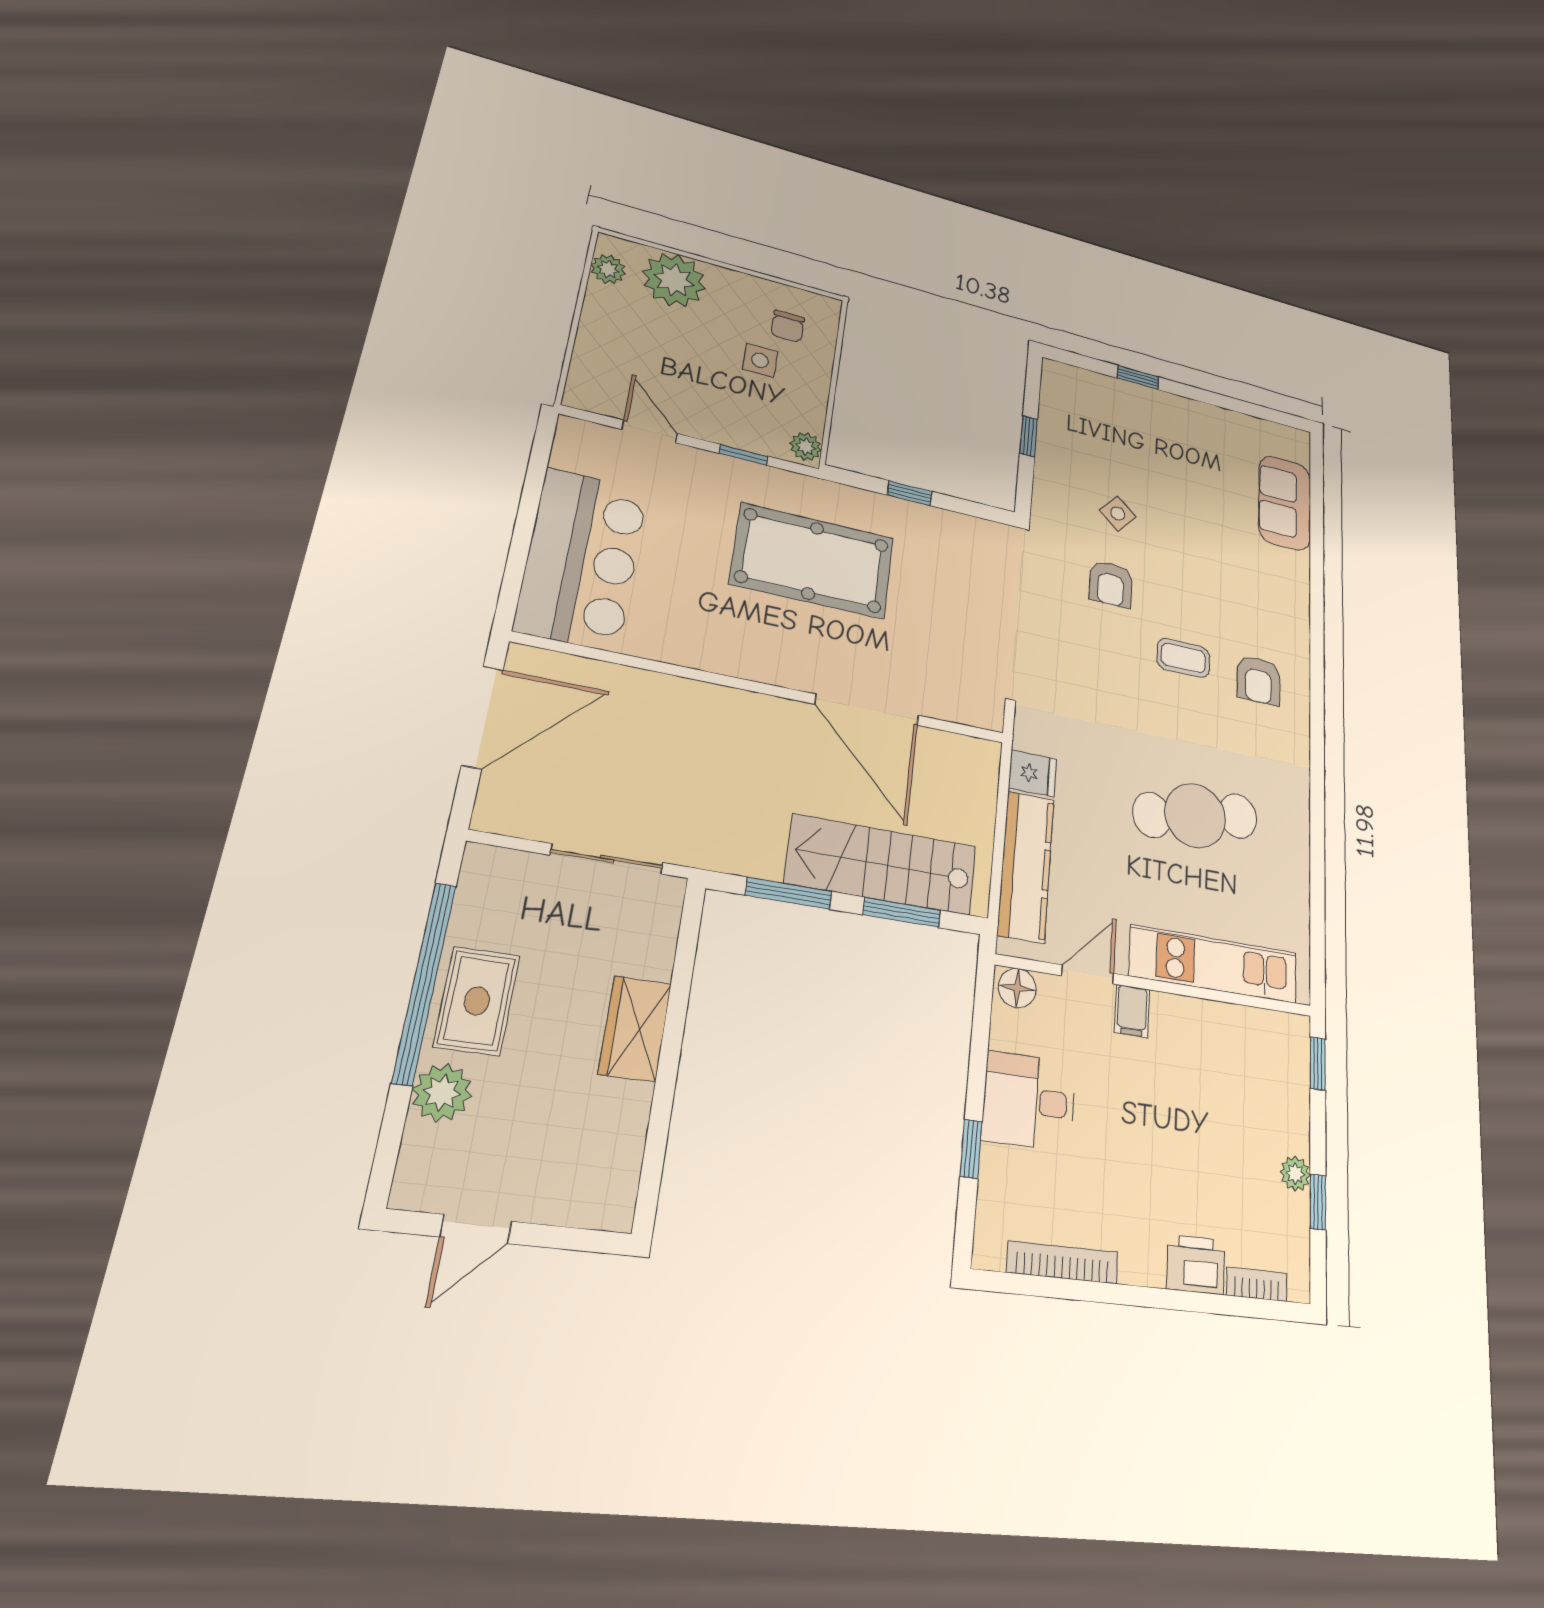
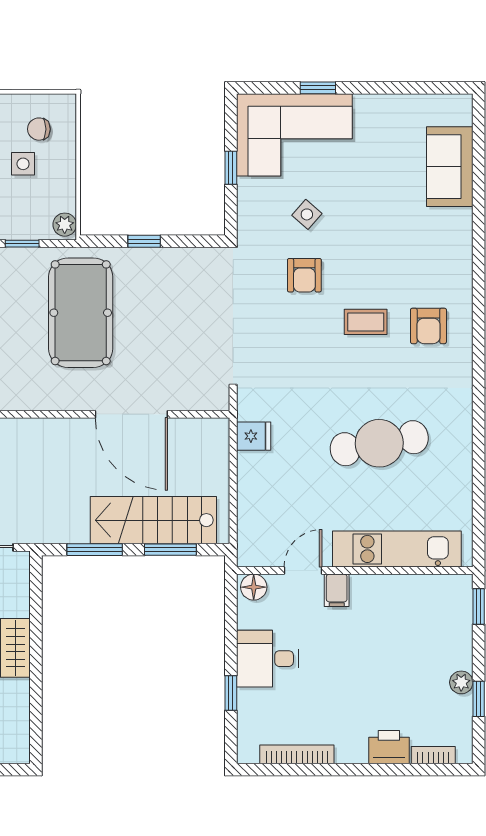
chair: (788, 326) -> (39, 129), turned 90
corner sofa: (1108, 420) -> (294, 135), added
pool table: (813, 561) -> (81, 313), turned 90
kitchen counter: (1026, 866) -> (254, 504), removed

